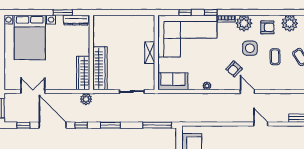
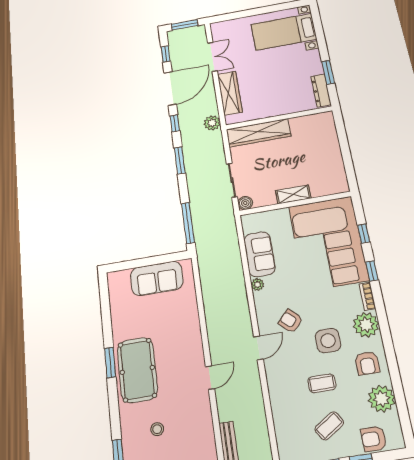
bed with nightstands: (30, 37) -> (284, 32), width x0.73
wardrobe: (83, 73) -> (230, 93), moved, turned 90
sofa: (173, 81) -> (259, 254), moved
boiler: (150, 85) -> (245, 203), added

